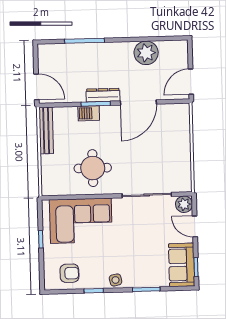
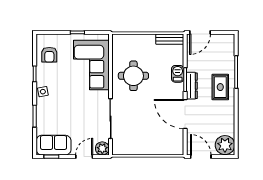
plant: (146, 53) -> (225, 145), moved
rug: (104, 60) -> (220, 87), added
bench: (46, 130) -> (170, 39), width x0.73

